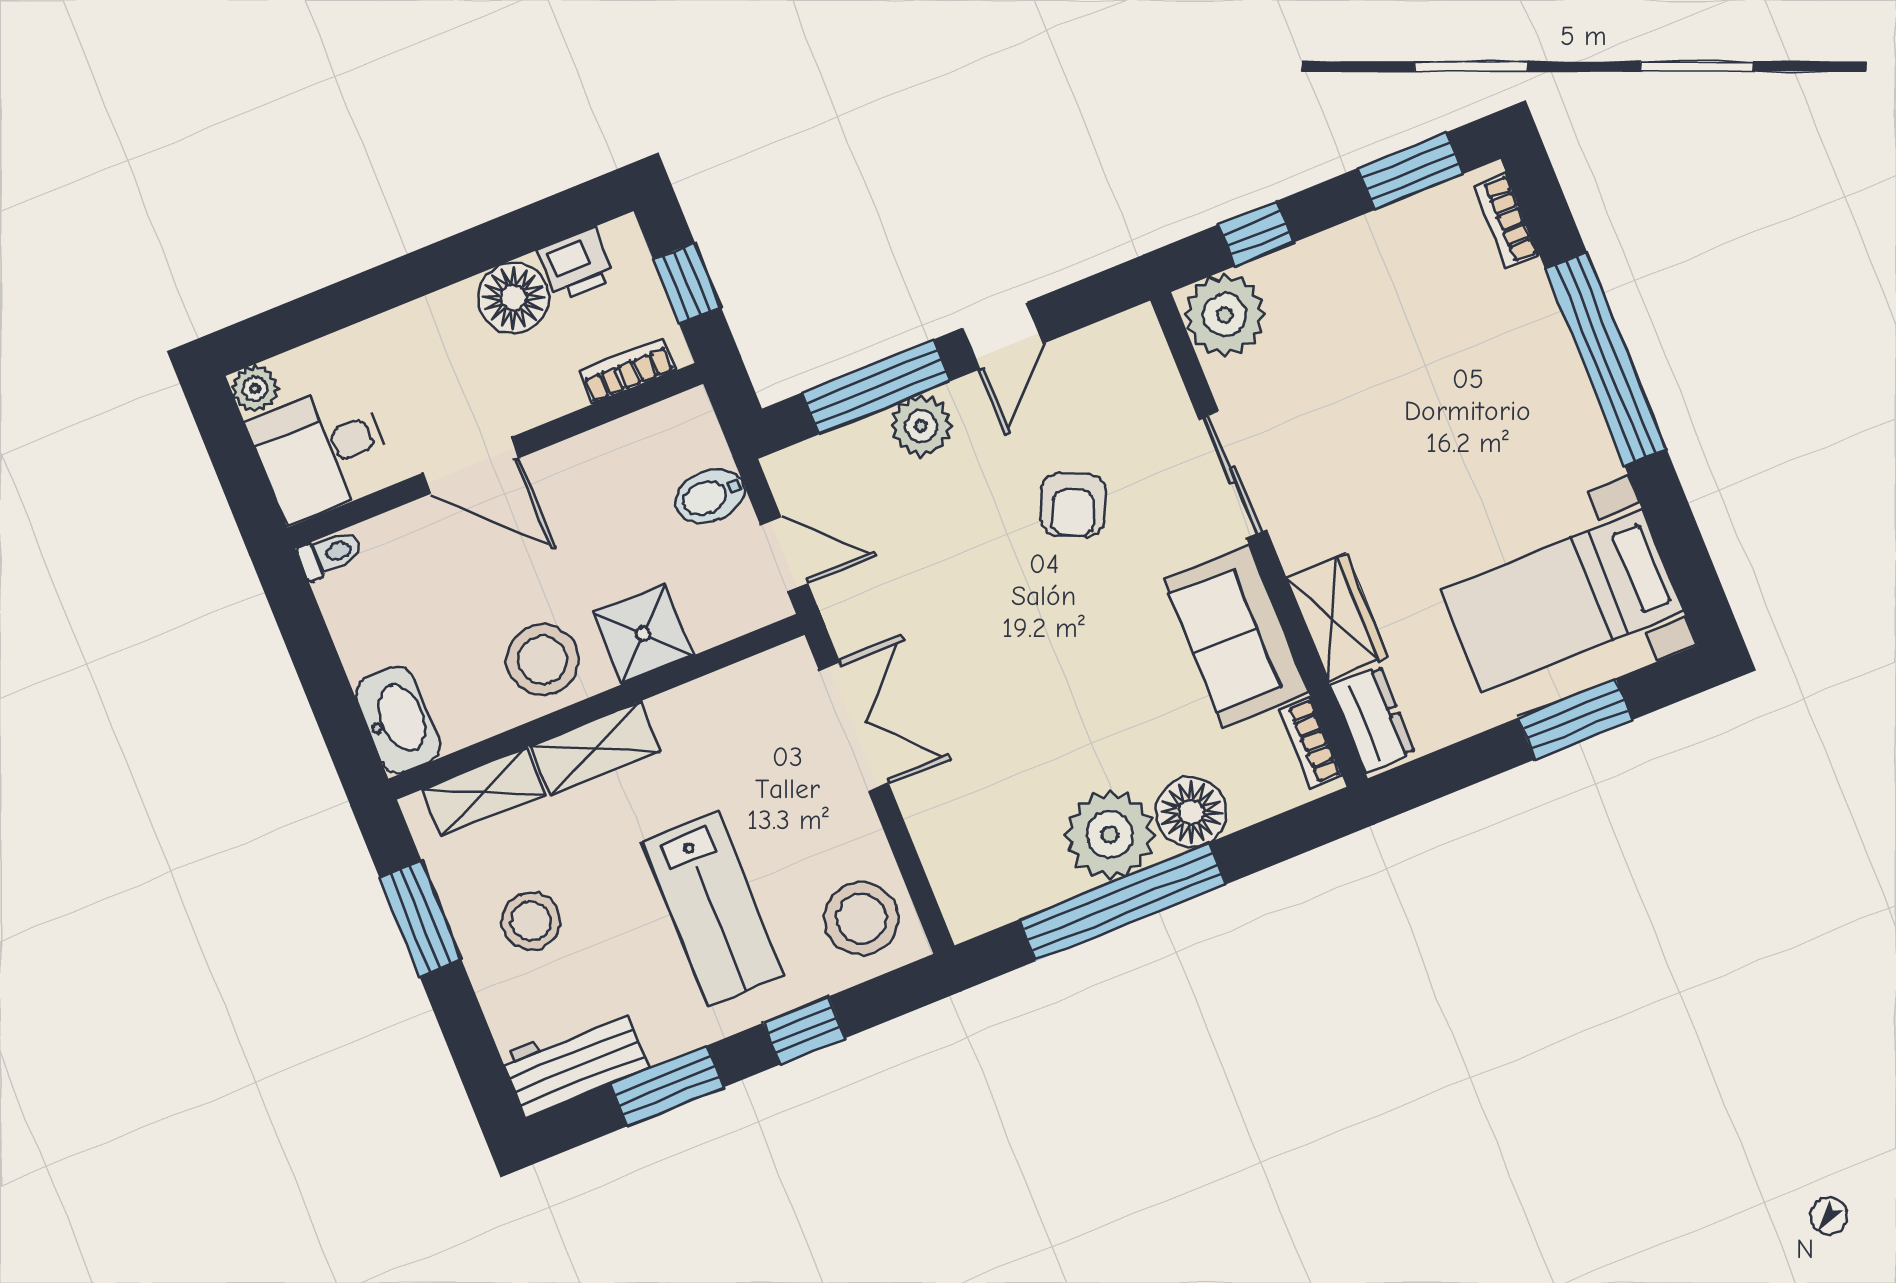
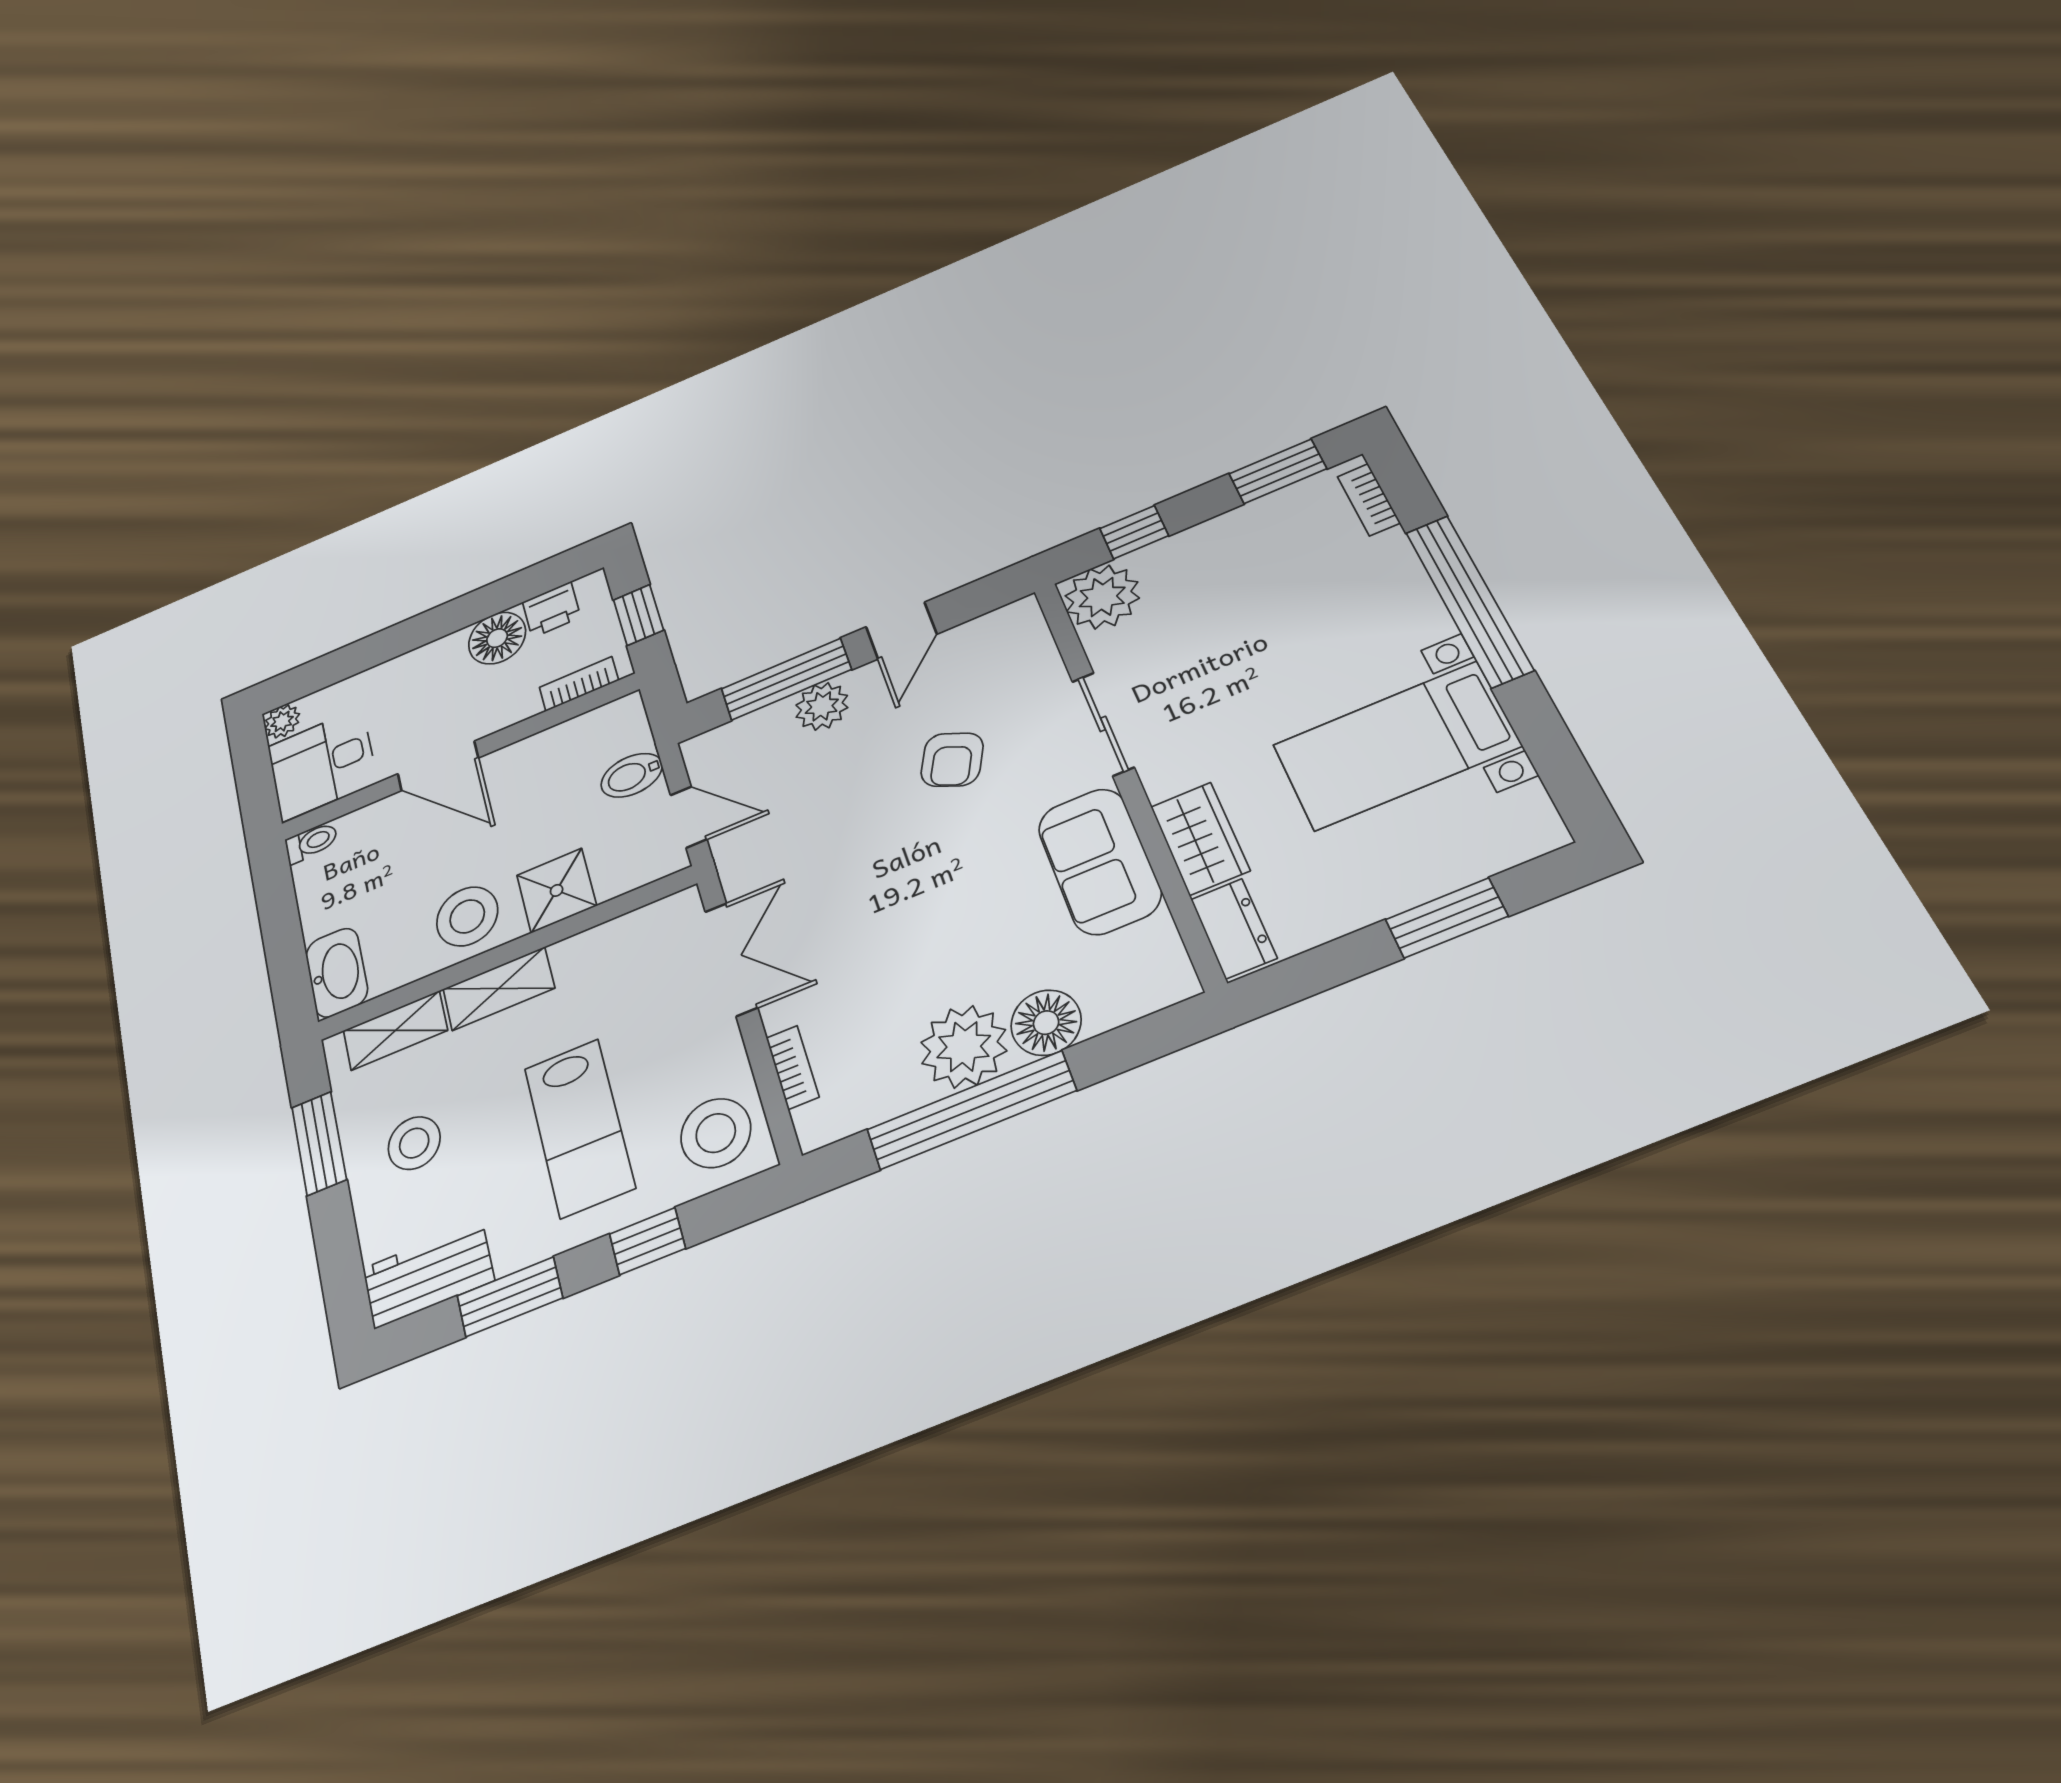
bed with nightstands: (1562, 601) -> (1396, 746), moved
bookcase: (1311, 743) -> (793, 1067), moved, turned 180

